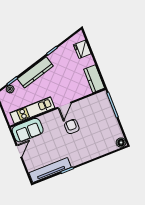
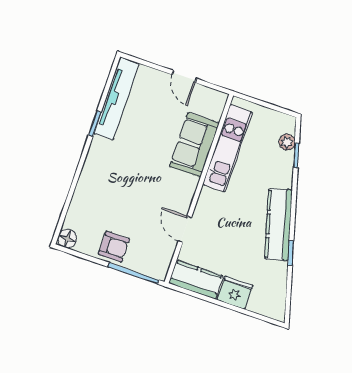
fridge: (82, 49) -> (235, 293), moved
kitchen counter: (35, 72) -> (278, 225), moved
door: (64, 105) -> (185, 229), moved
armchair: (72, 127) -> (114, 247), moved
sofa: (28, 130) -> (194, 145), moved

